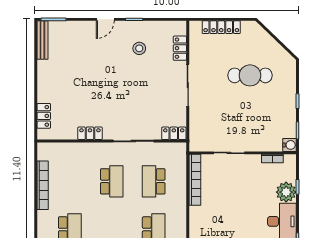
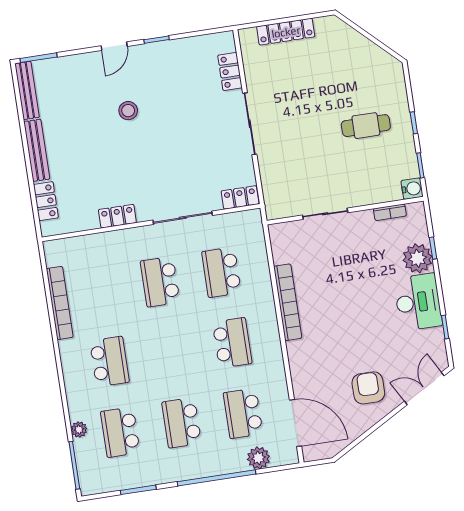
stool: (139, 48) -> (128, 111), moved
cafe table: (250, 75) -> (366, 126), moved, width x0.73, depth x0.74
bench: (43, 81) -> (37, 150), added
bookcase: (195, 180) -> (288, 302), moved
school desk: (112, 181) -> (160, 282), turned 180

